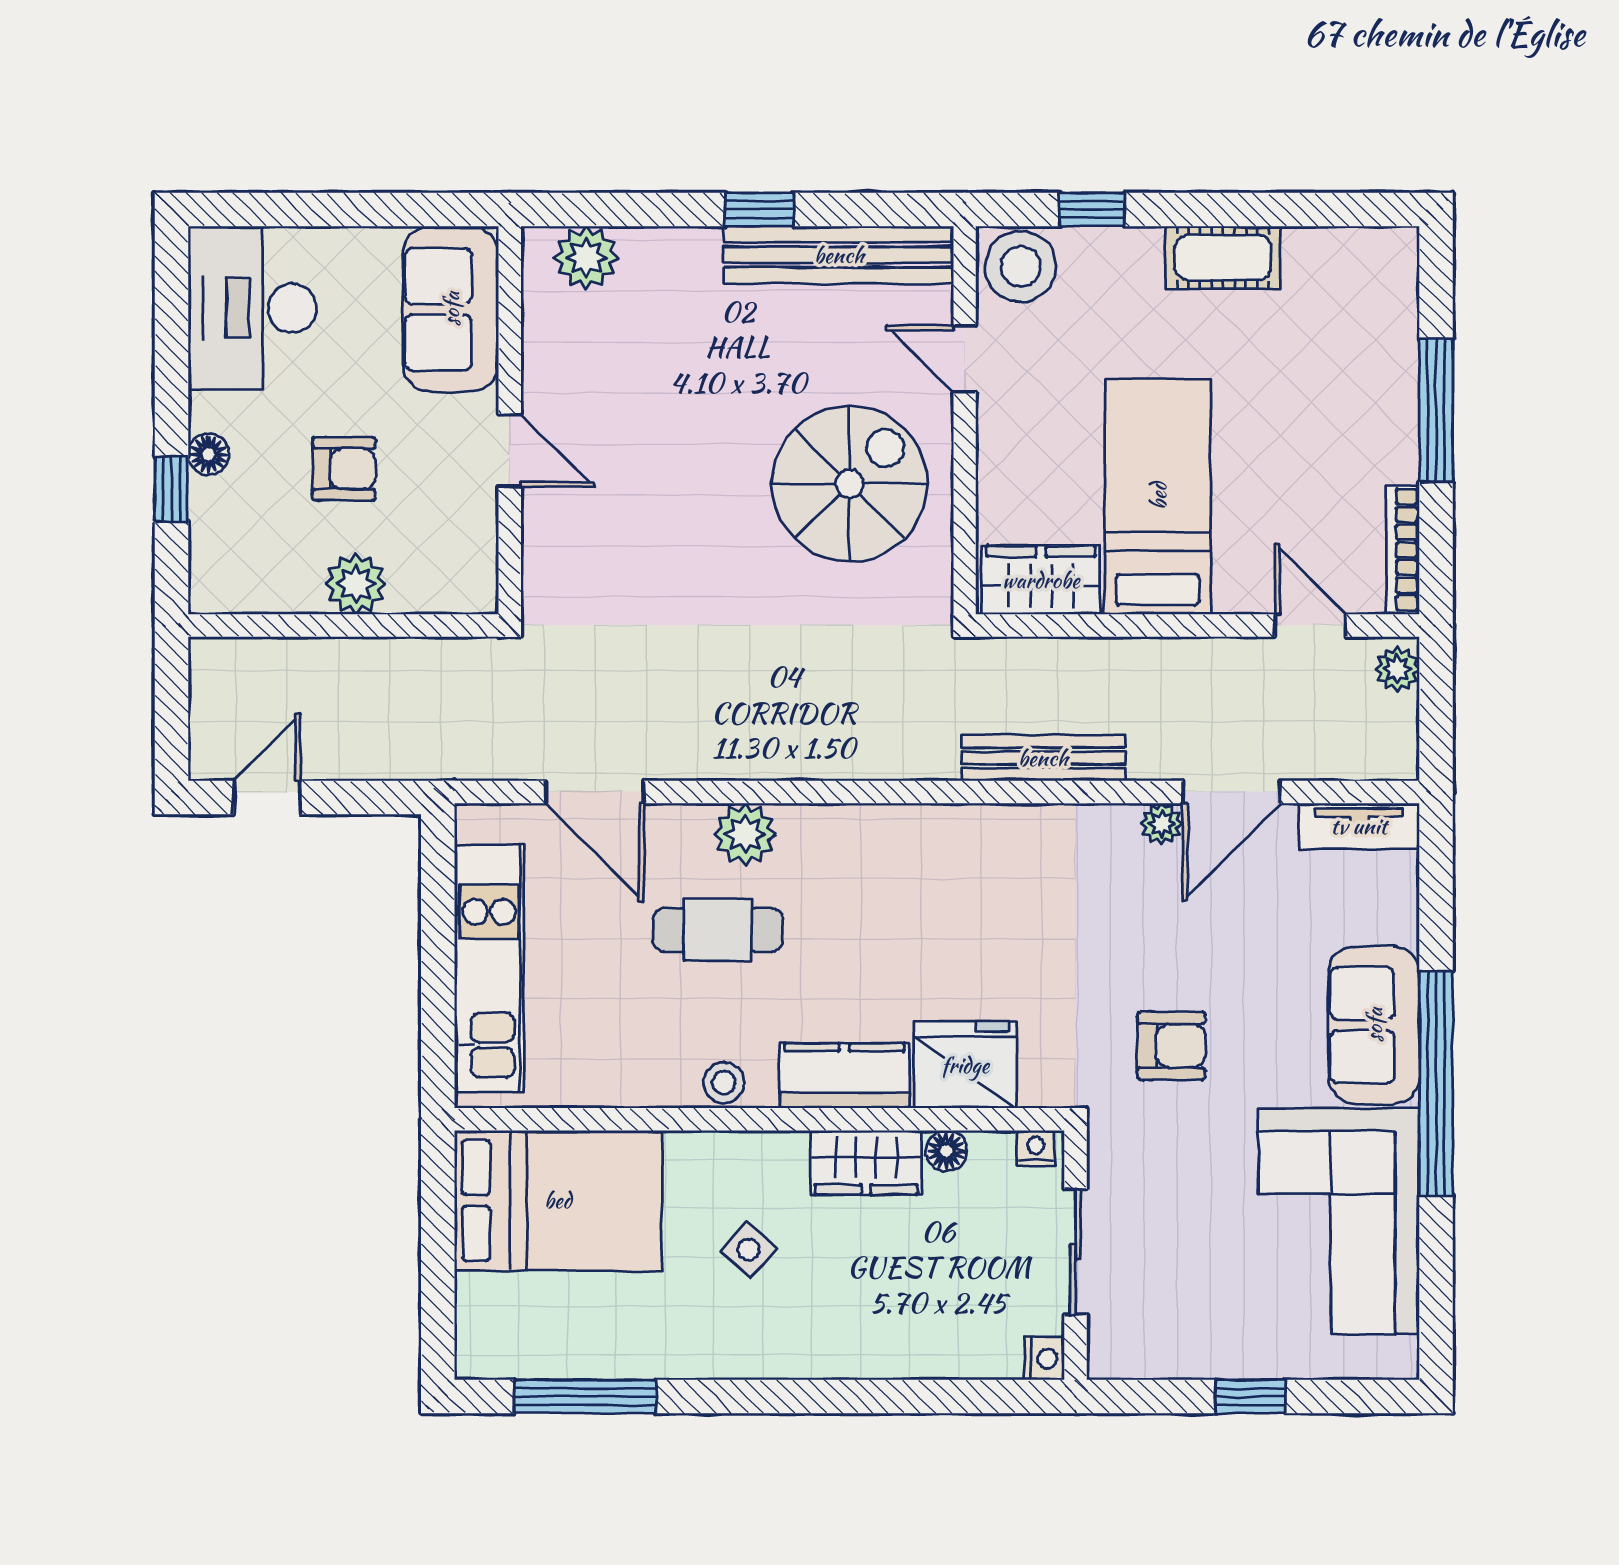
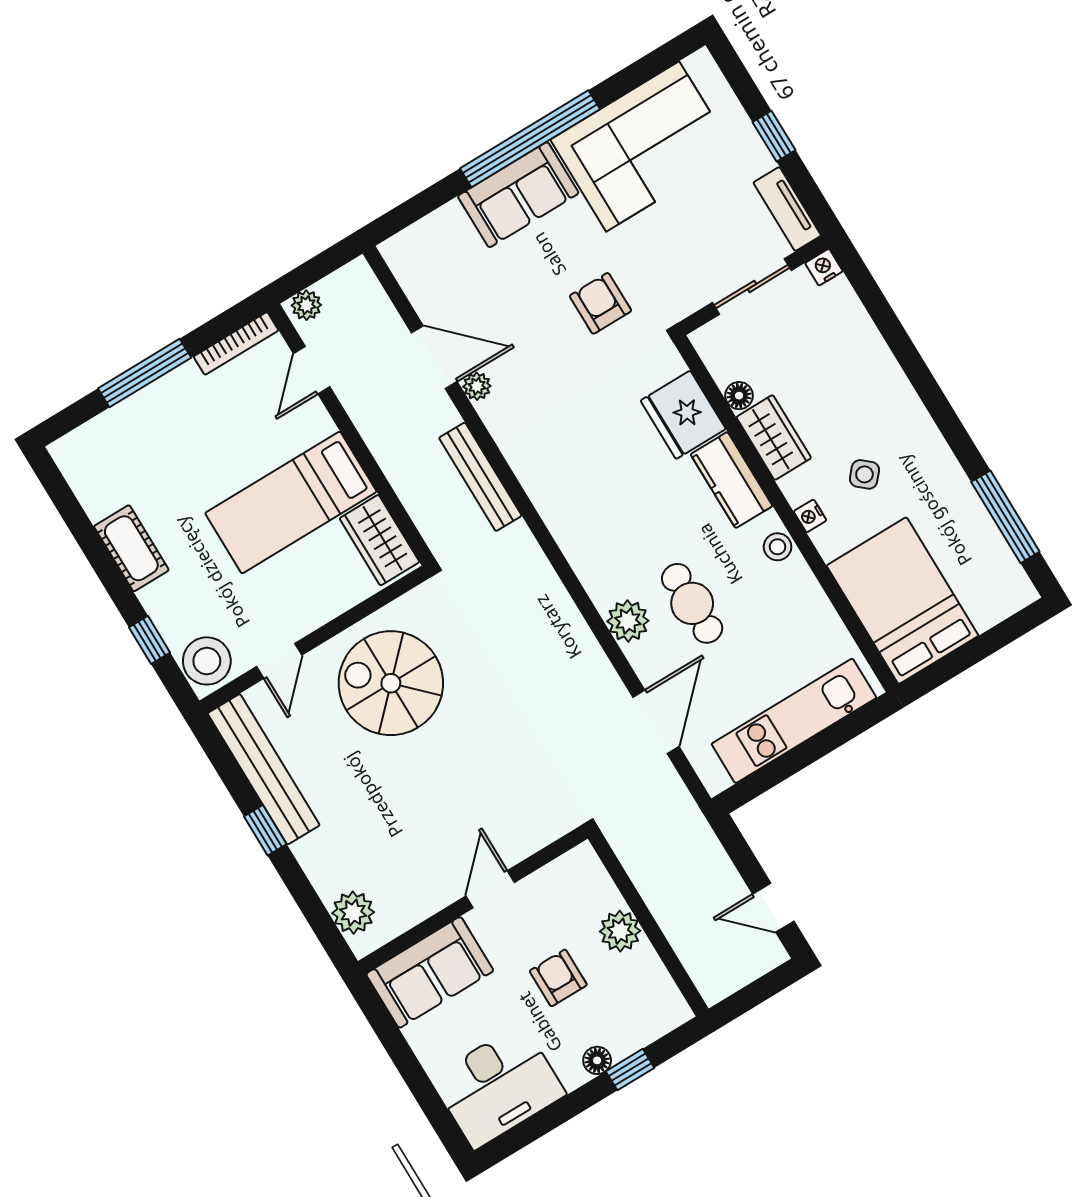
tv unit: (1359, 826) -> (787, 209), moved, turned 180
nightstand: (1036, 1148) -> (810, 516), moved

